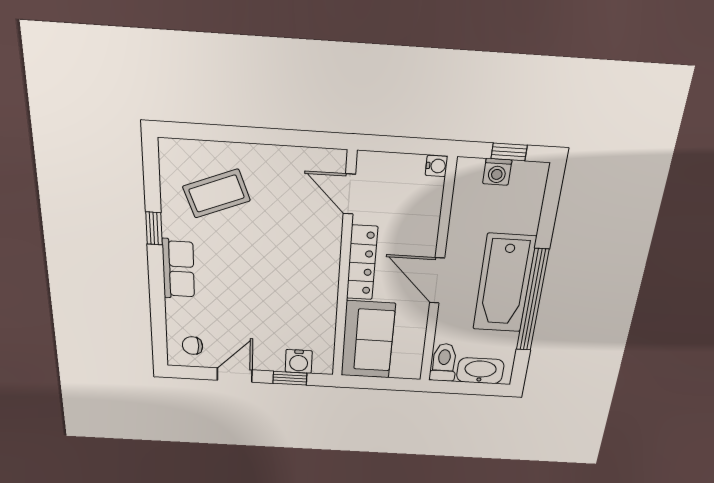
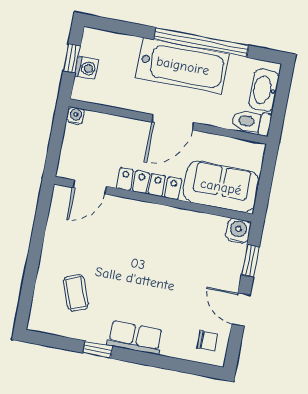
coffee table: (216, 194) -> (76, 293), width x0.73, depth x0.77
chair: (192, 346) -> (207, 341), turned -90
water cooler: (299, 361) -> (238, 231), moved, turned -90

